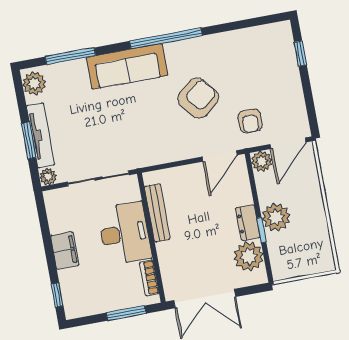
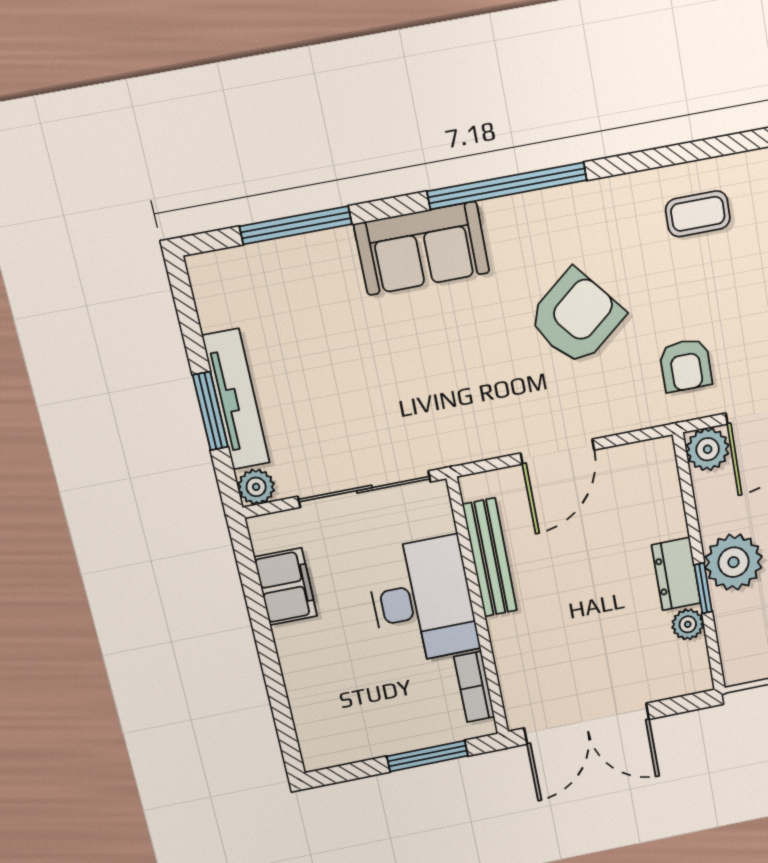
coffee table: (254, 51) -> (698, 214), added
sofa: (127, 66) -> (422, 248), width x0.73
plant: (34, 83) -> (217, 286), removed
door: (220, 156) -> (558, 452), moved
filing cabinet: (65, 251) -> (286, 587), moved
plant: (249, 256) -> (688, 624), width x0.53, depth x0.53
window: (57, 295) -> (285, 725), removed

